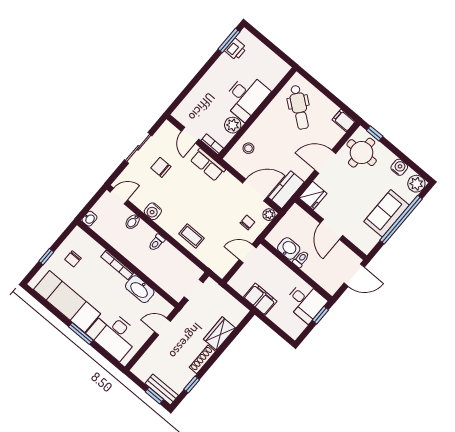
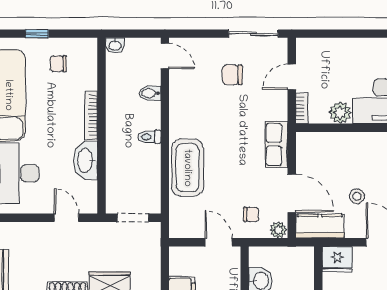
sliding door: (138, 148) -> (253, 34), moved
stool: (248, 148) -> (357, 196), moved
row of seats: (208, 165) -> (276, 144), moved
chair: (161, 167) -> (232, 75), turned -90
water cooler: (153, 211) -> (179, 105), removed
coffee table: (192, 236) -> (187, 168), width x1.86, depth x1.72

